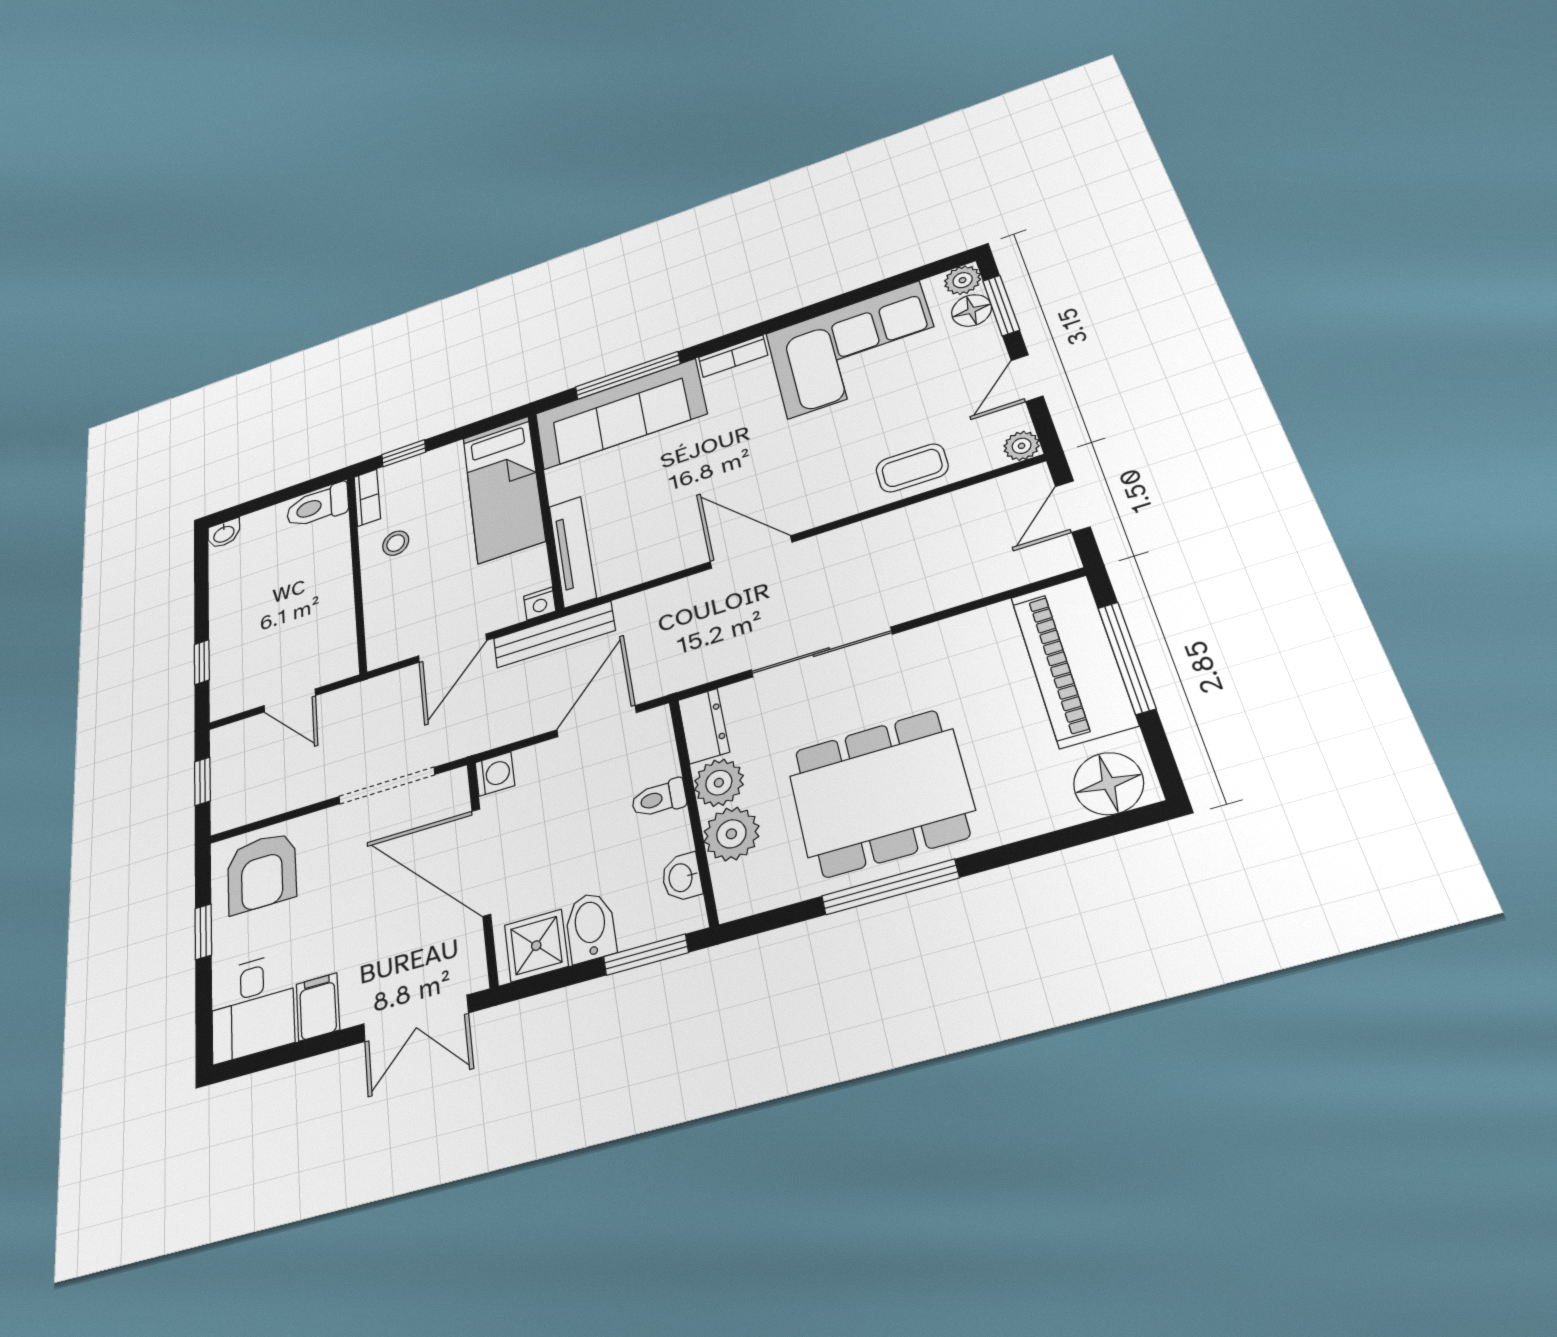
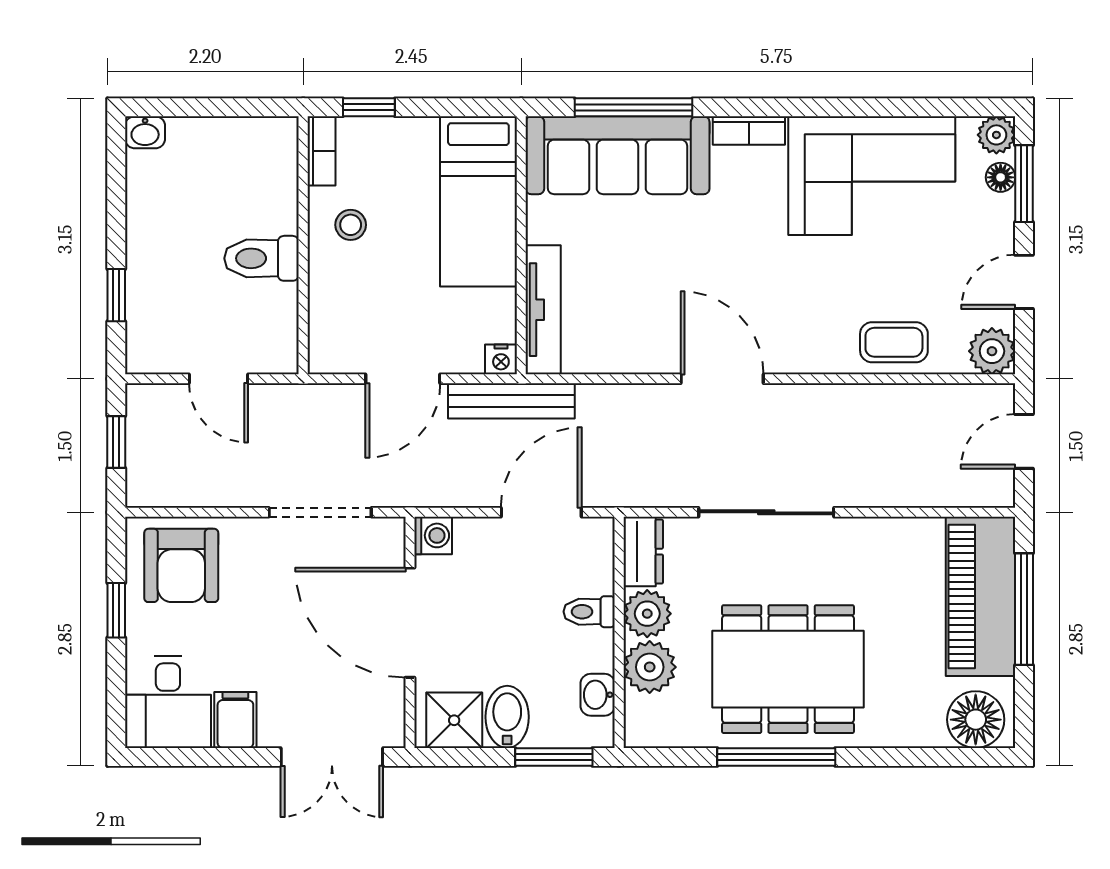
floor lamp: (972, 310) -> (1001, 177), width x0.73, depth x0.73
plant: (1022, 446) -> (992, 351), width x1.38, depth x1.38
toilet: (317, 506) -> (261, 258), moved

